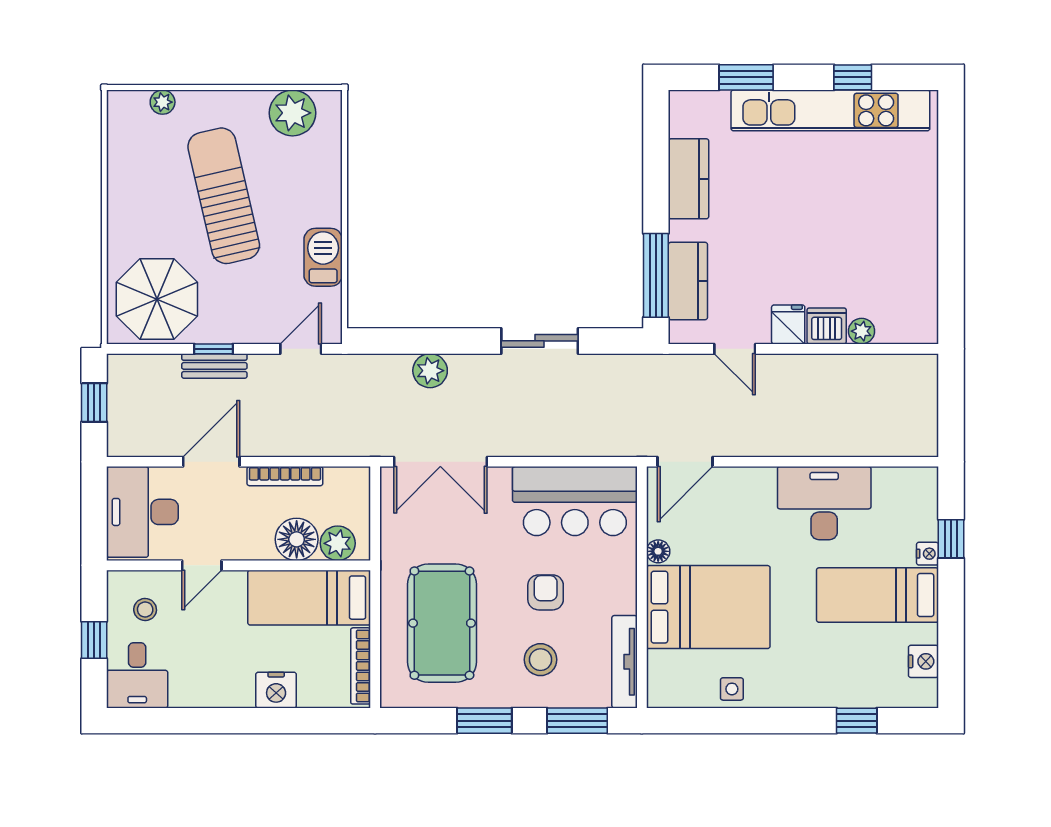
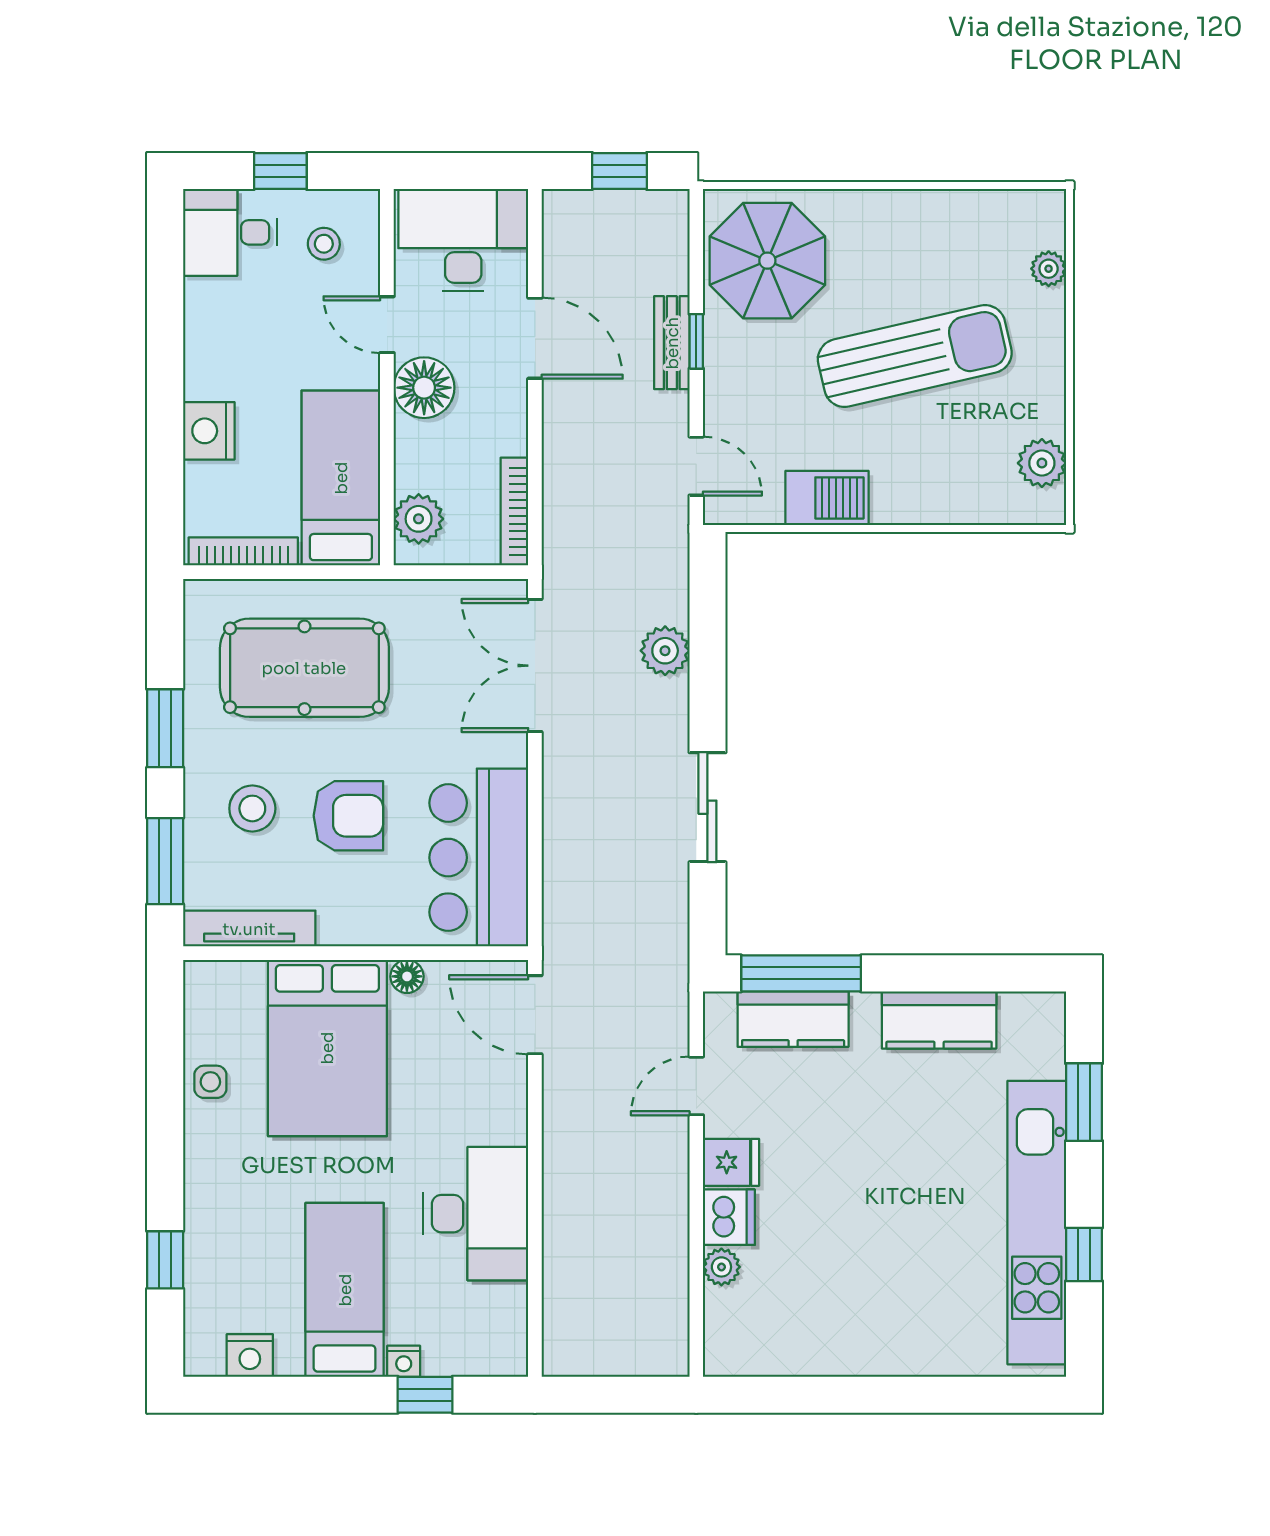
plant: (292, 113) -> (1042, 463), width x0.73, depth x0.73
bookcase: (285, 476) -> (514, 512), moved
floor lamp: (297, 539) -> (424, 388), moved
armchair: (546, 592) -> (348, 816), width x1.38, depth x1.38

